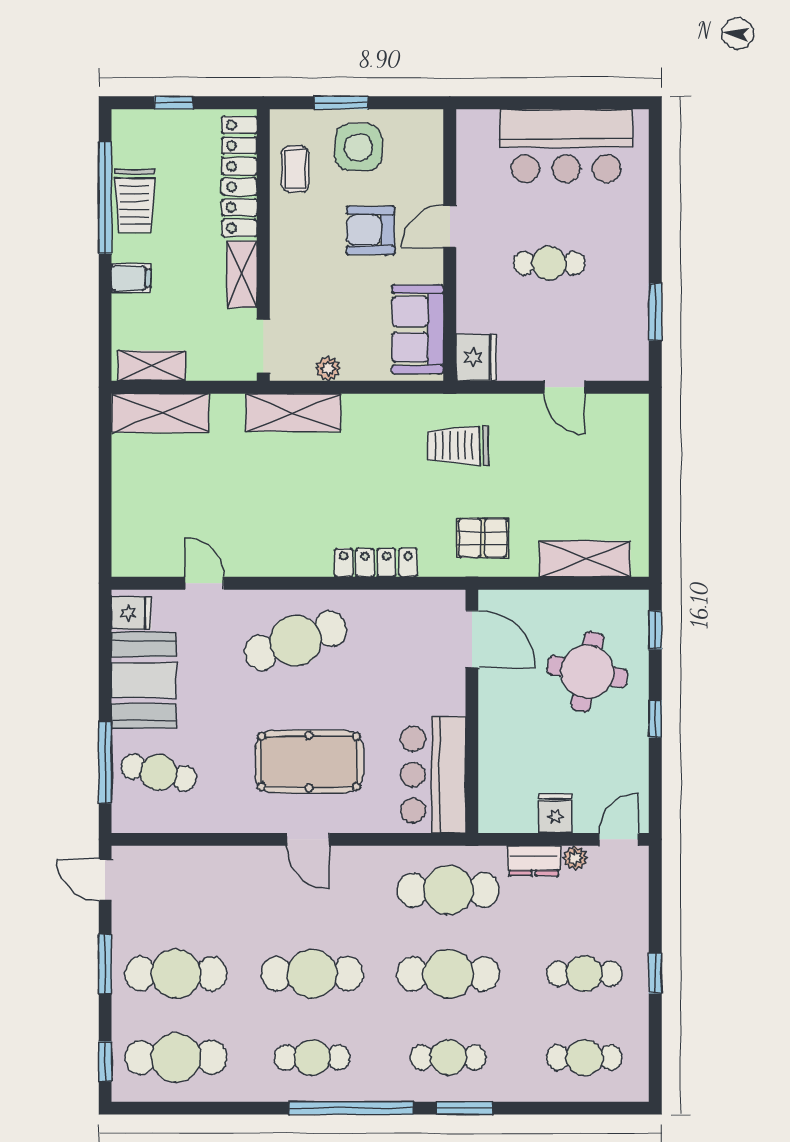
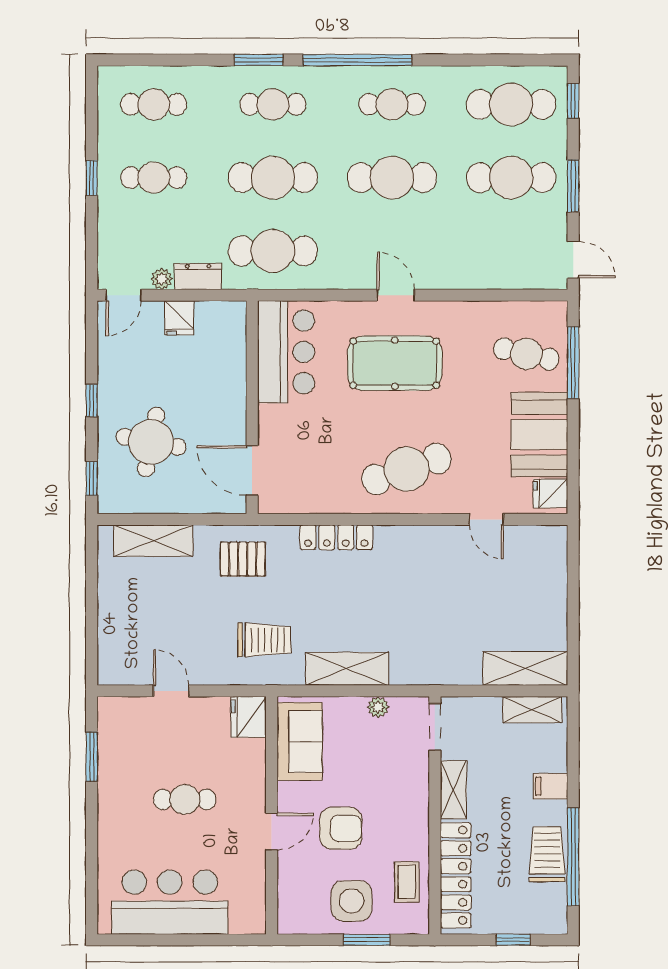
shelving: (293, 413) -> (347, 669), moved

